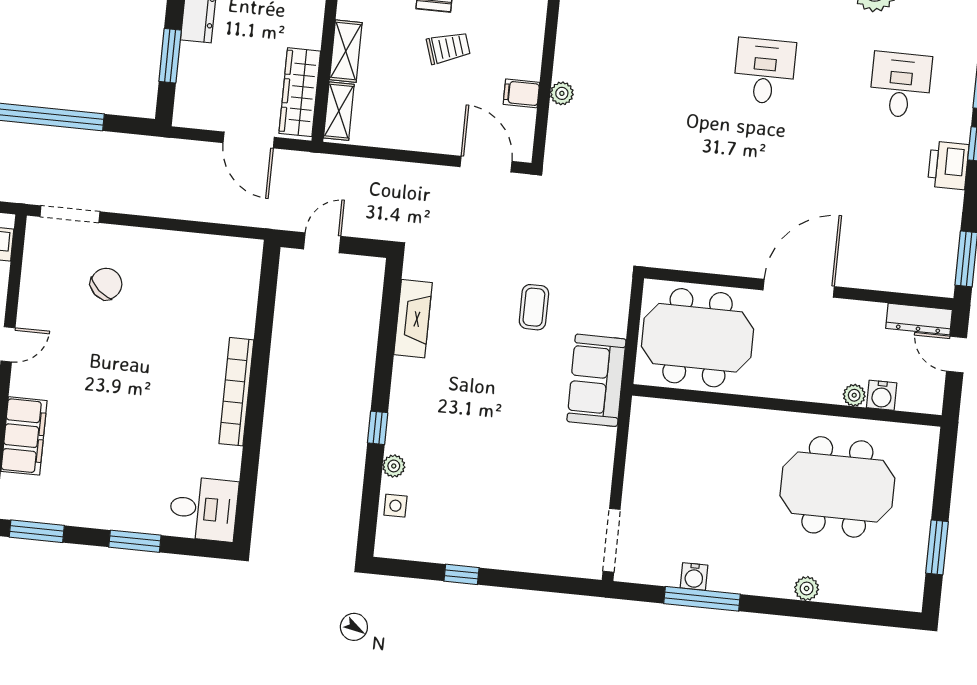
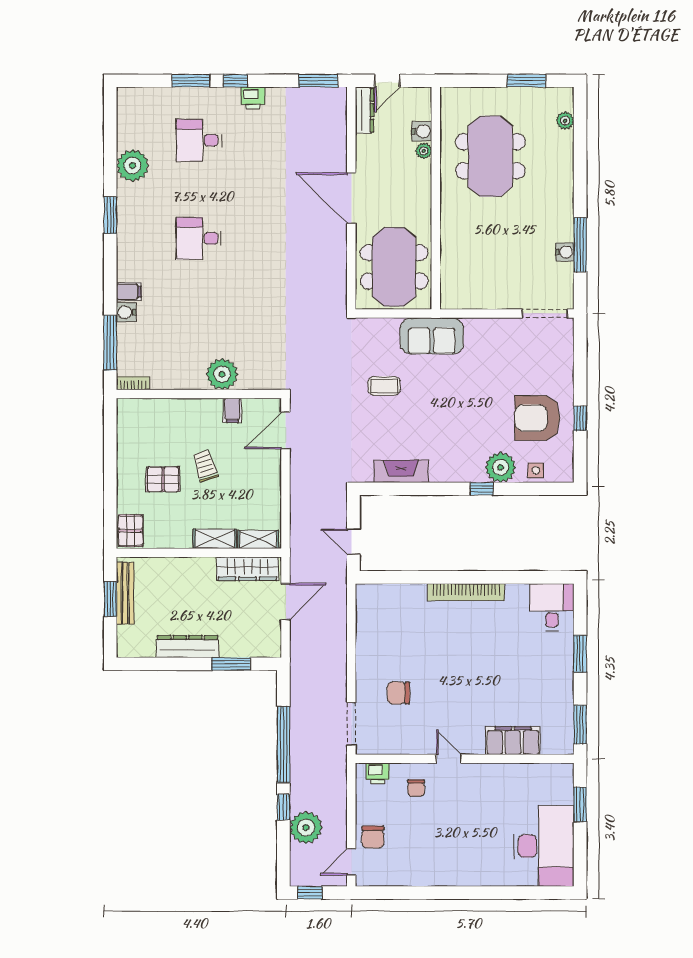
plant: (562, 93) -> (222, 374), width x1.88, depth x1.88
printer: (948, 165) -> (253, 98), width x0.73, depth x0.81
chair: (106, 284) -> (398, 693), turned -42
plant: (394, 466) -> (501, 467), width x1.88, depth x1.88
armchair: (468, 515) -> (537, 418), added
plant: (807, 588) -> (565, 121), moved

